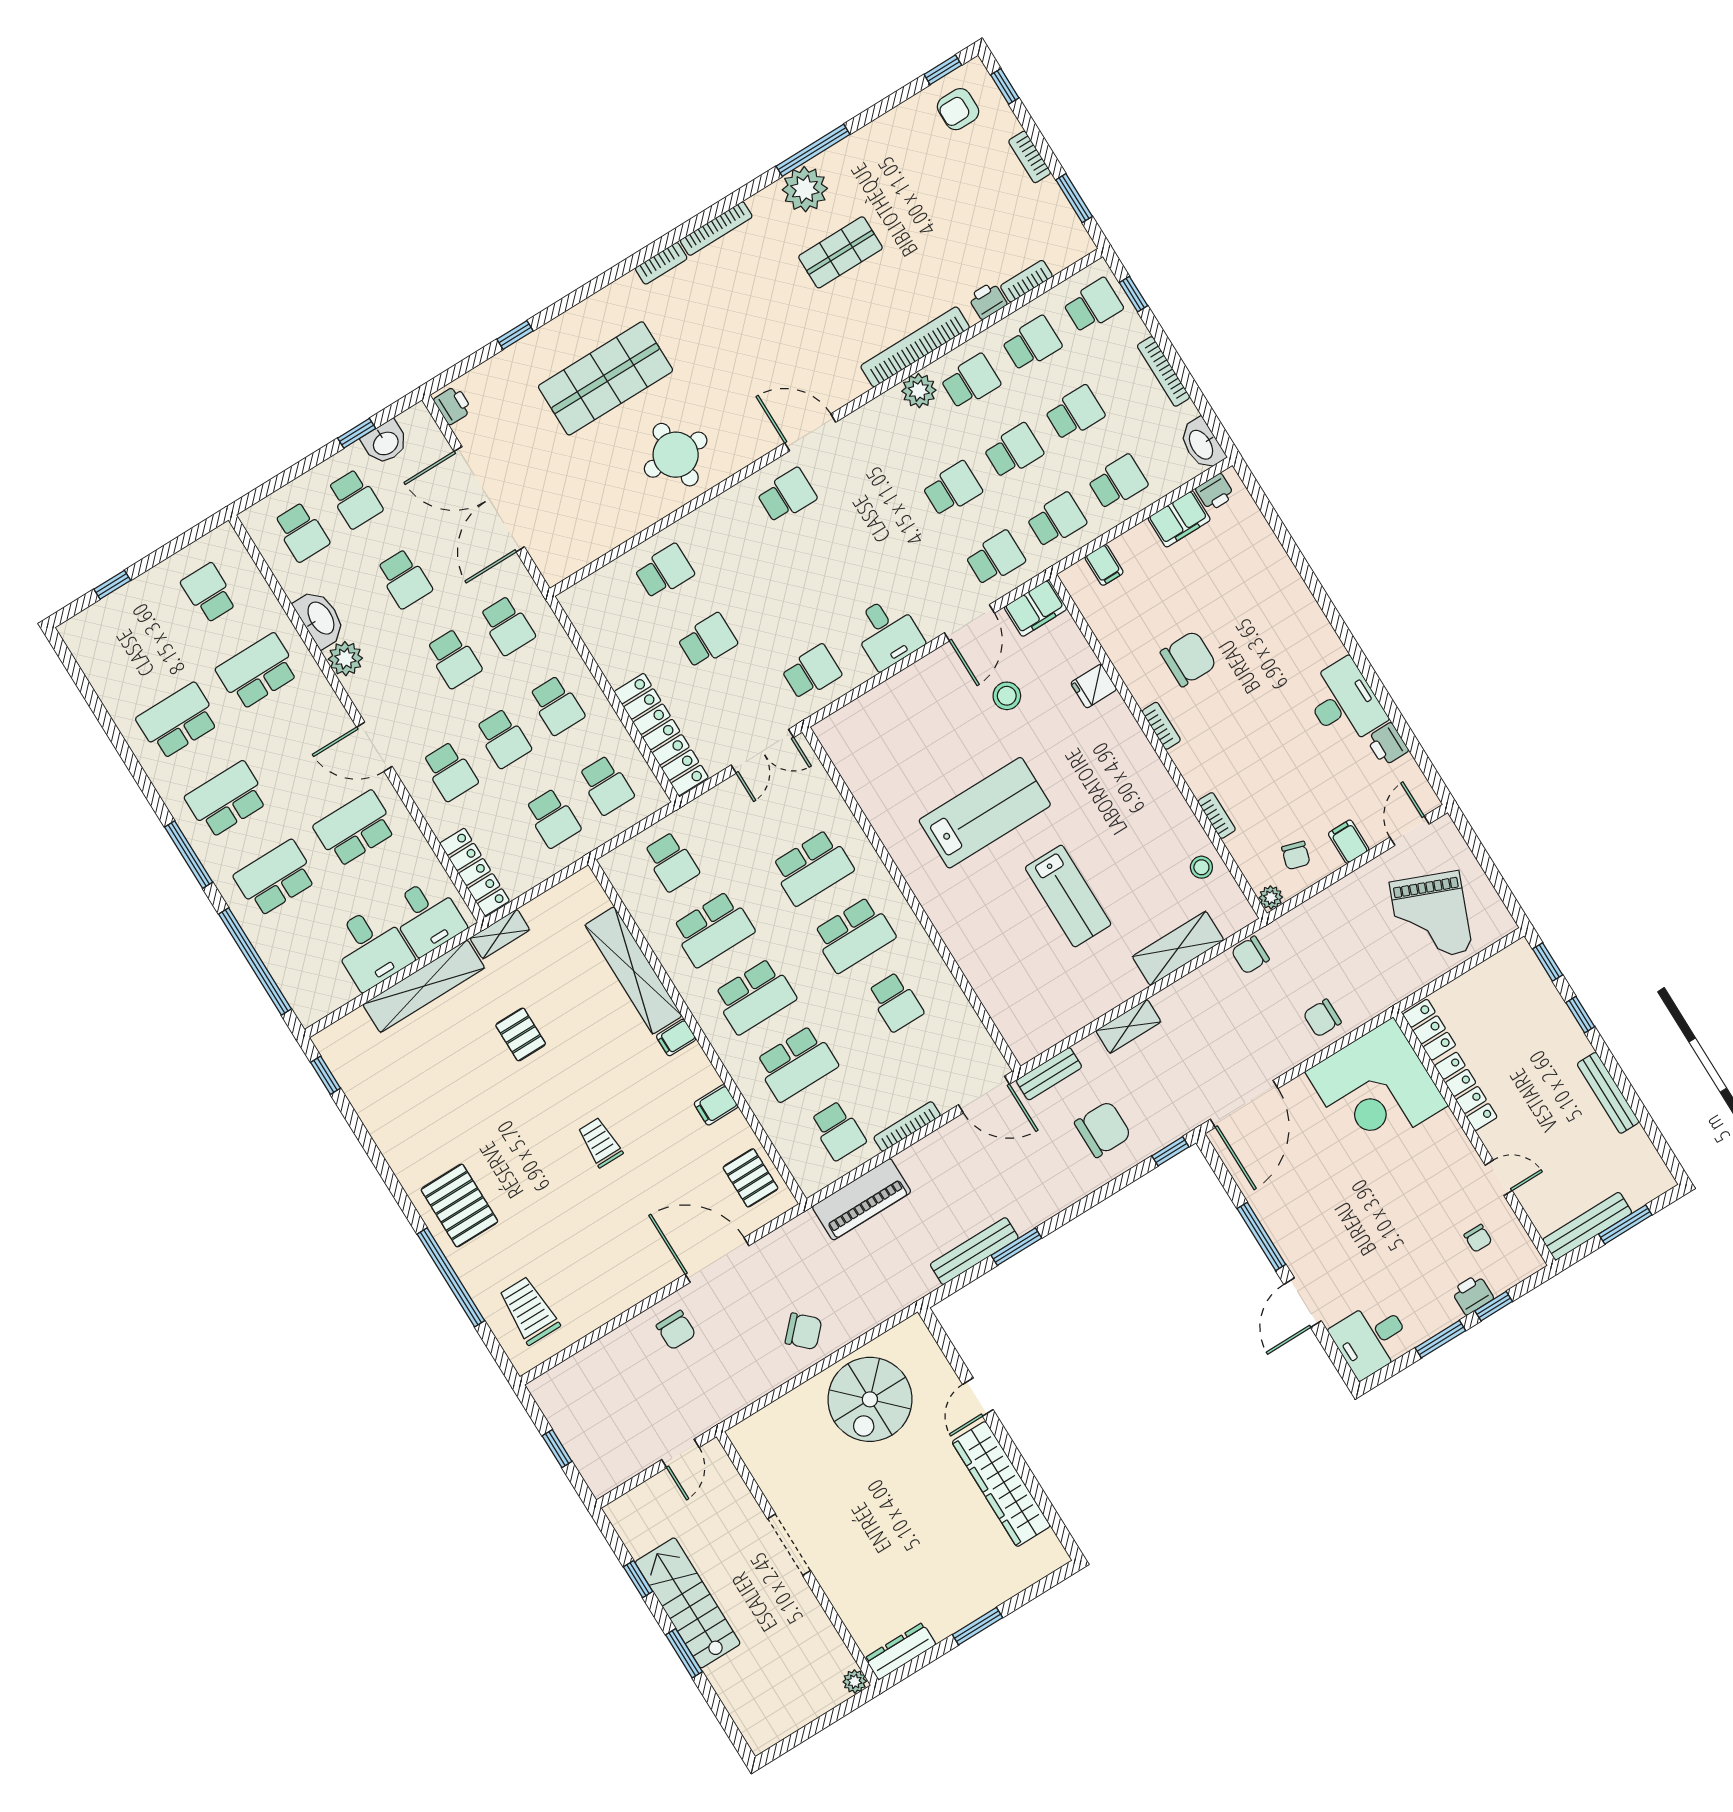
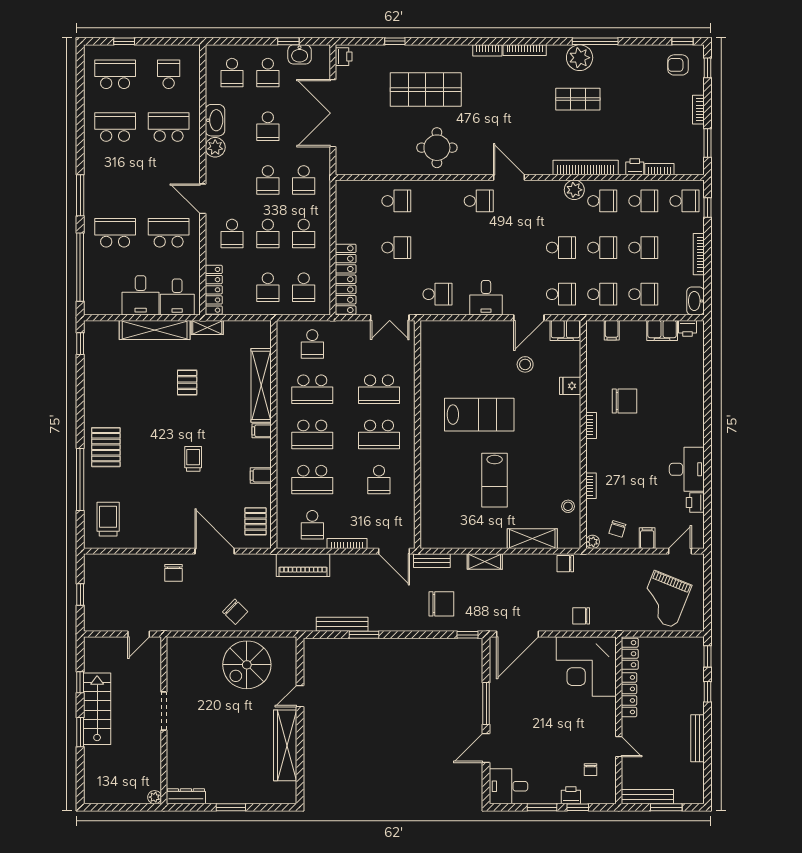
school desk: (227, 799) -> (115, 74), moved

